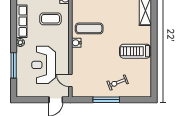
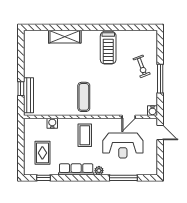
coffee table: (50, 19) -> (85, 135), moved
water cooler: (76, 43) -> (152, 111), moved
door: (70, 80) -> (129, 117), moved

